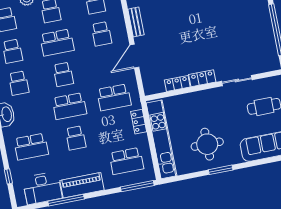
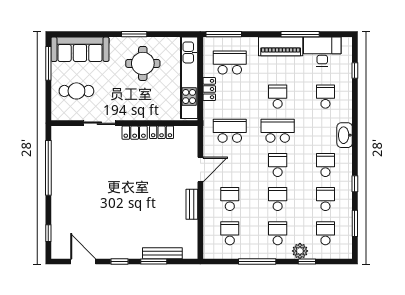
school desk: (57, 43) -> (278, 199), width x0.54
locker: (139, 122) -> (209, 89), moved
school desk: (31, 147) -> (325, 97), width x0.54

